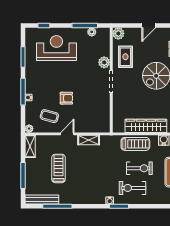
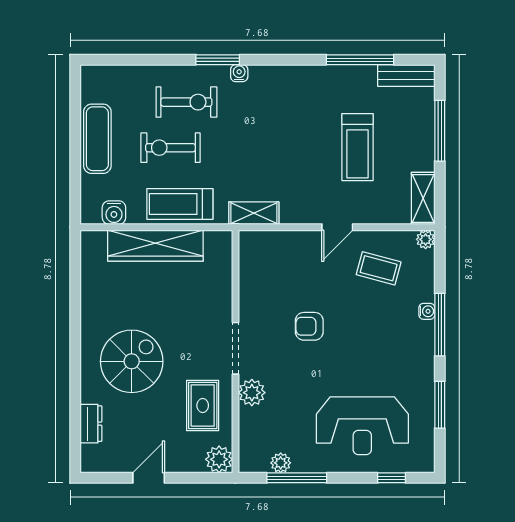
armchair: (66, 98) -> (309, 326), moved
shelving: (89, 140) -> (254, 213), moved
bench: (42, 199) -> (406, 75), width x0.73

